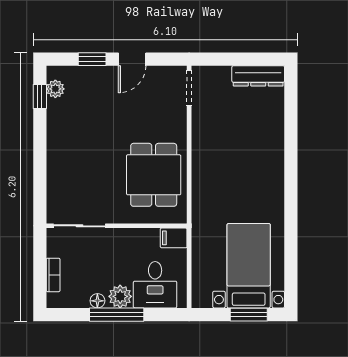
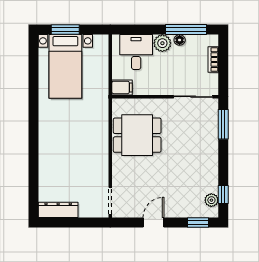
window: (92, 59) -> (198, 223), moved
dining table: (154, 175) -> (137, 135), turned 90
window: (40, 189) -> (223, 124), added
window: (117, 315) -> (186, 30), moved

